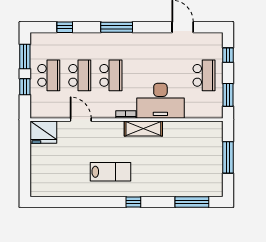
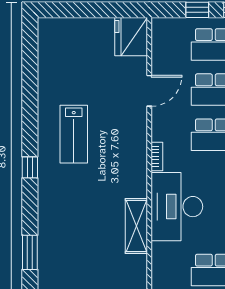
shelving: (143, 129) -> (136, 226), moved
window: (192, 202) -> (30, 252), width x0.69

